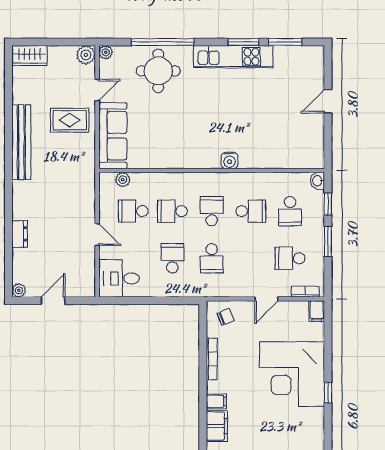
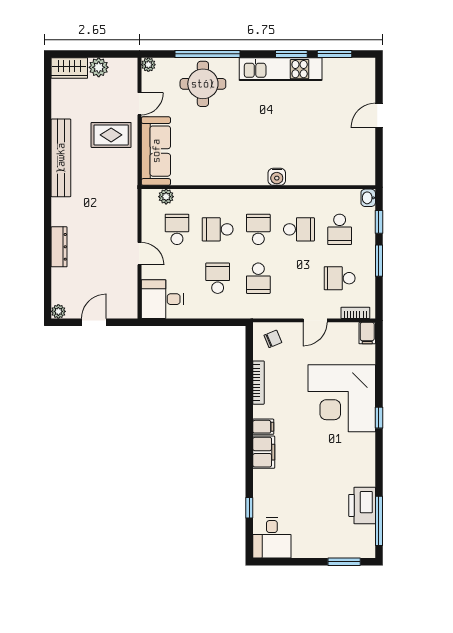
plant: (86, 55) -> (99, 67), moved
school desk: (133, 211) -> (177, 229), turned 90
dresser: (20, 234) -> (59, 247), width x1.44

